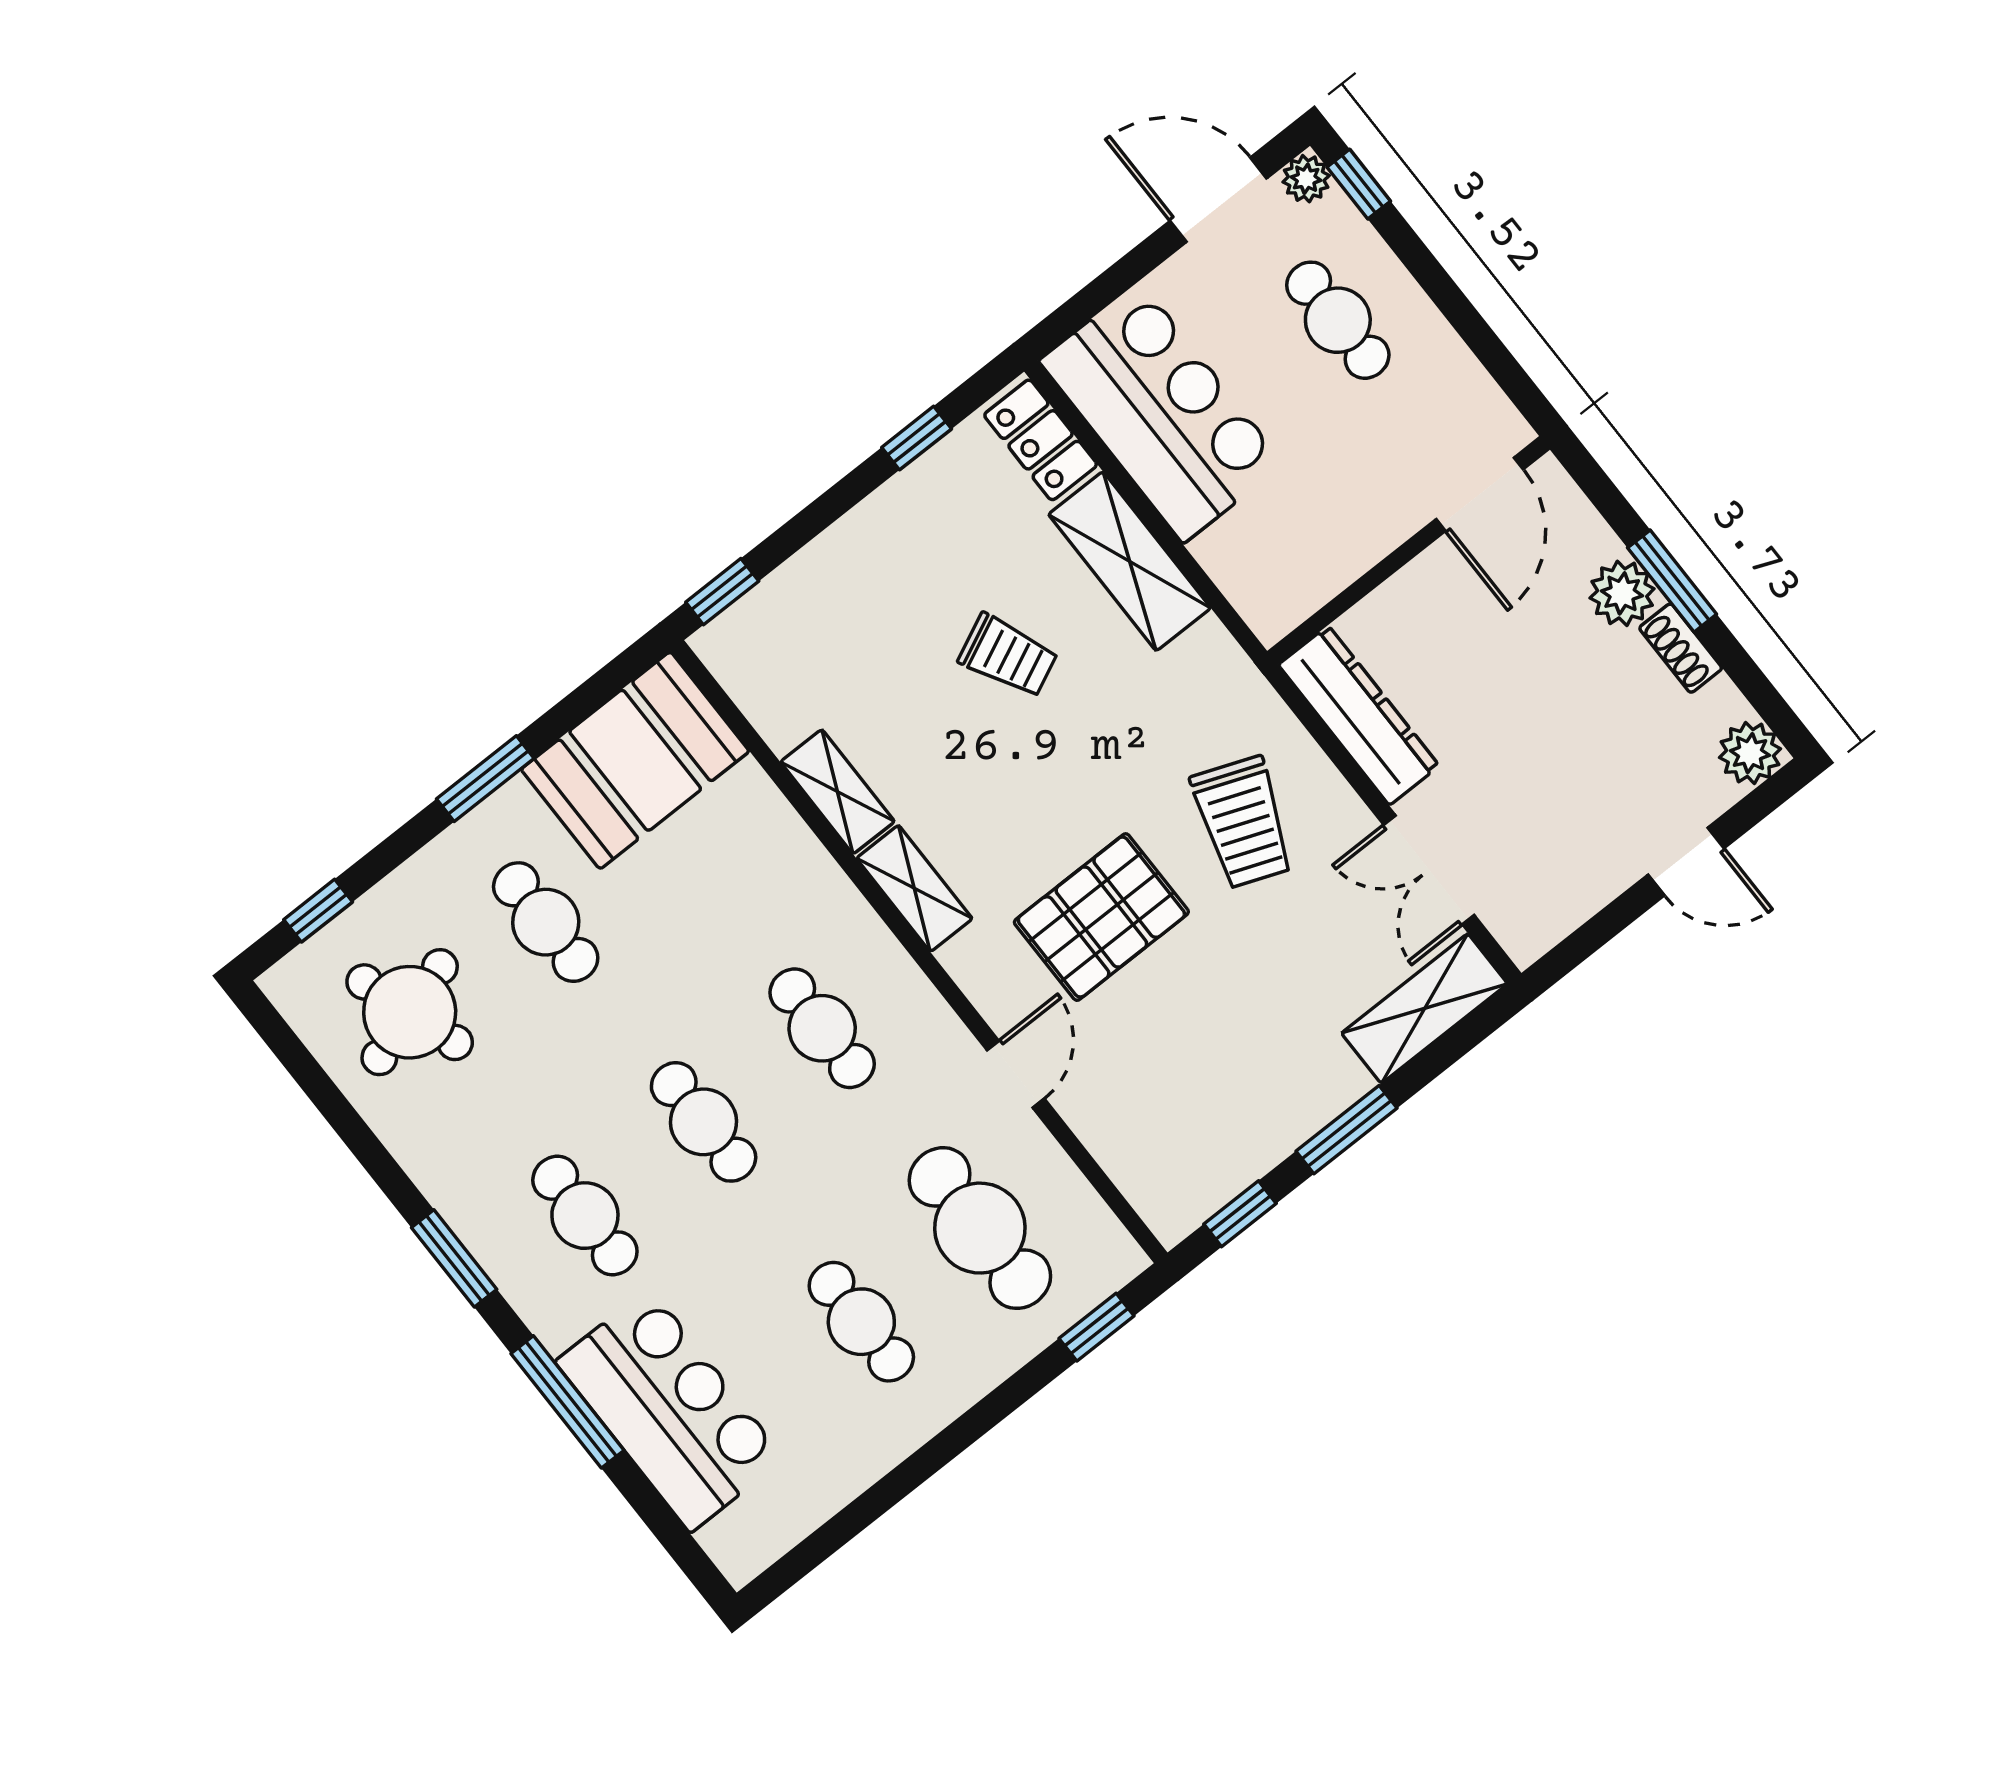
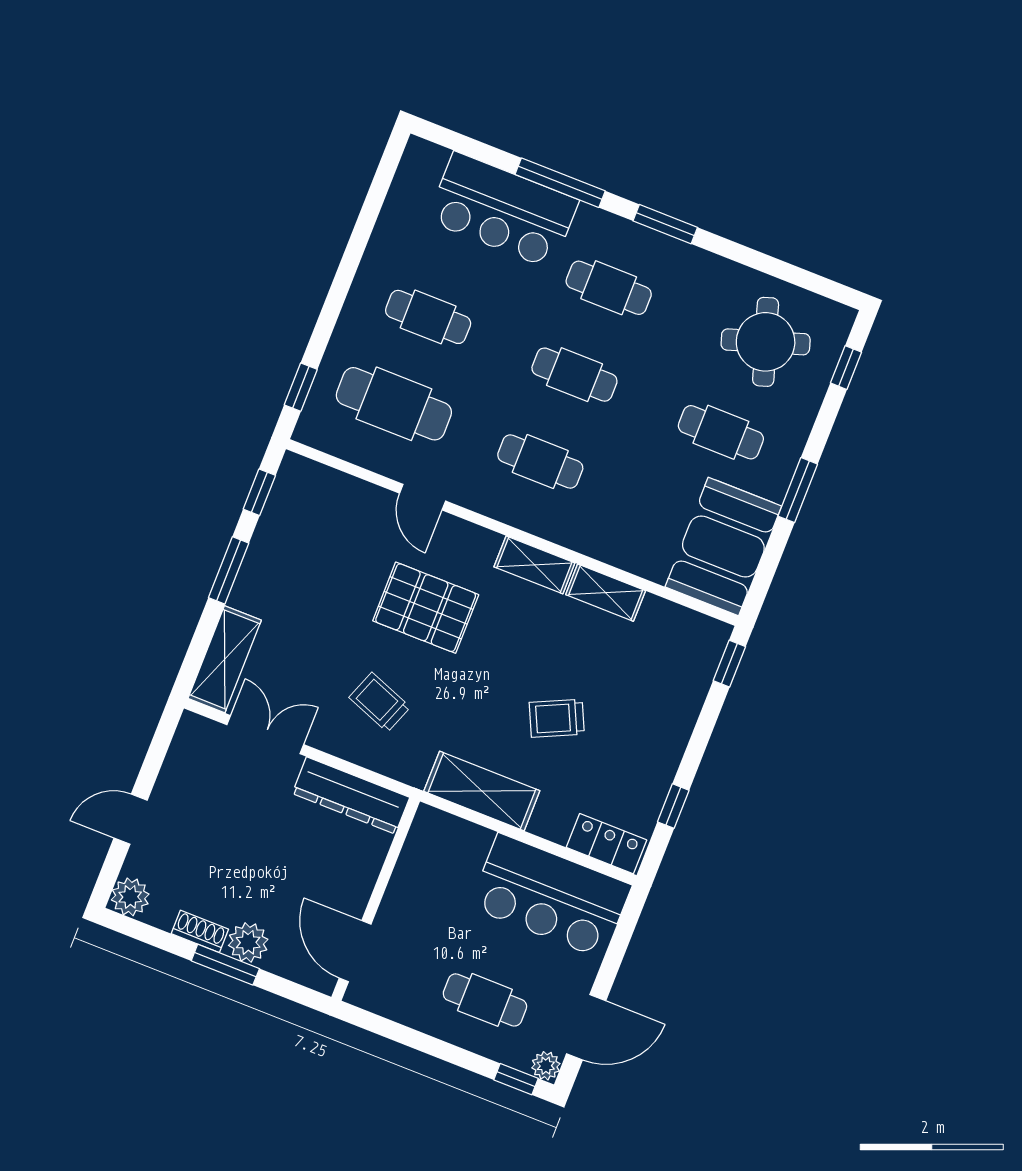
shelving: (1130, 561) -> (482, 791), moved
trolley: (1243, 822) -> (380, 702), width x0.73, depth x0.72
pallet: (1101, 917) -> (426, 608), turned 90

